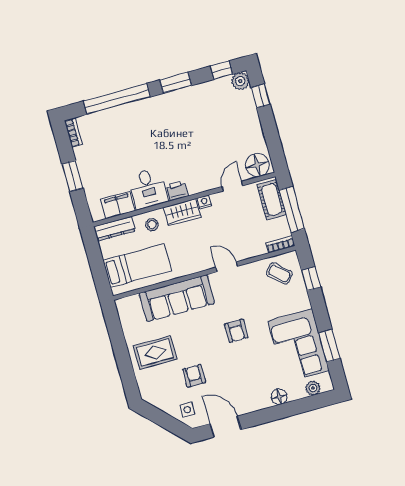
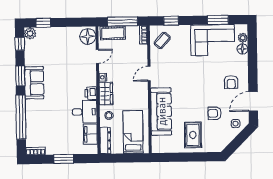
sofa: (171, 105) -> (34, 83), added
door: (232, 186) -> (97, 56), swing flipped
armchair: (236, 331) -> (231, 82), moved, turned 90
floor lamp: (279, 397) -> (243, 49), moved

